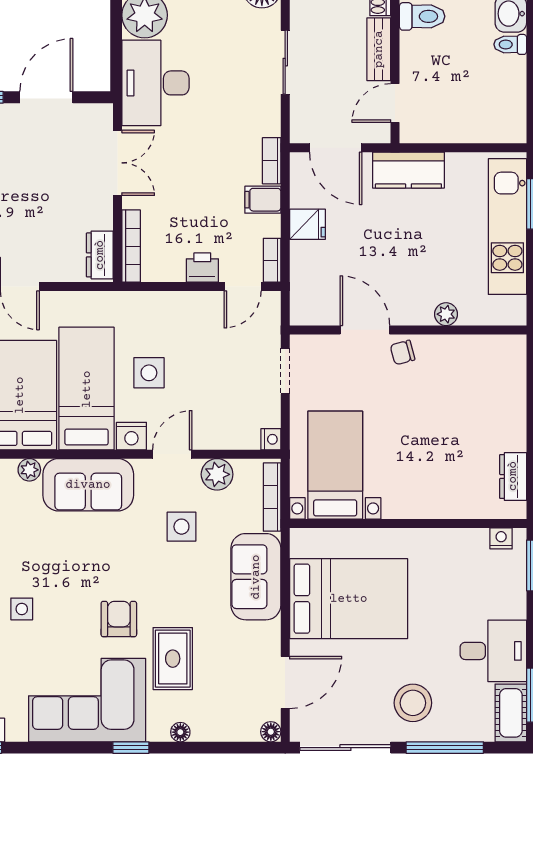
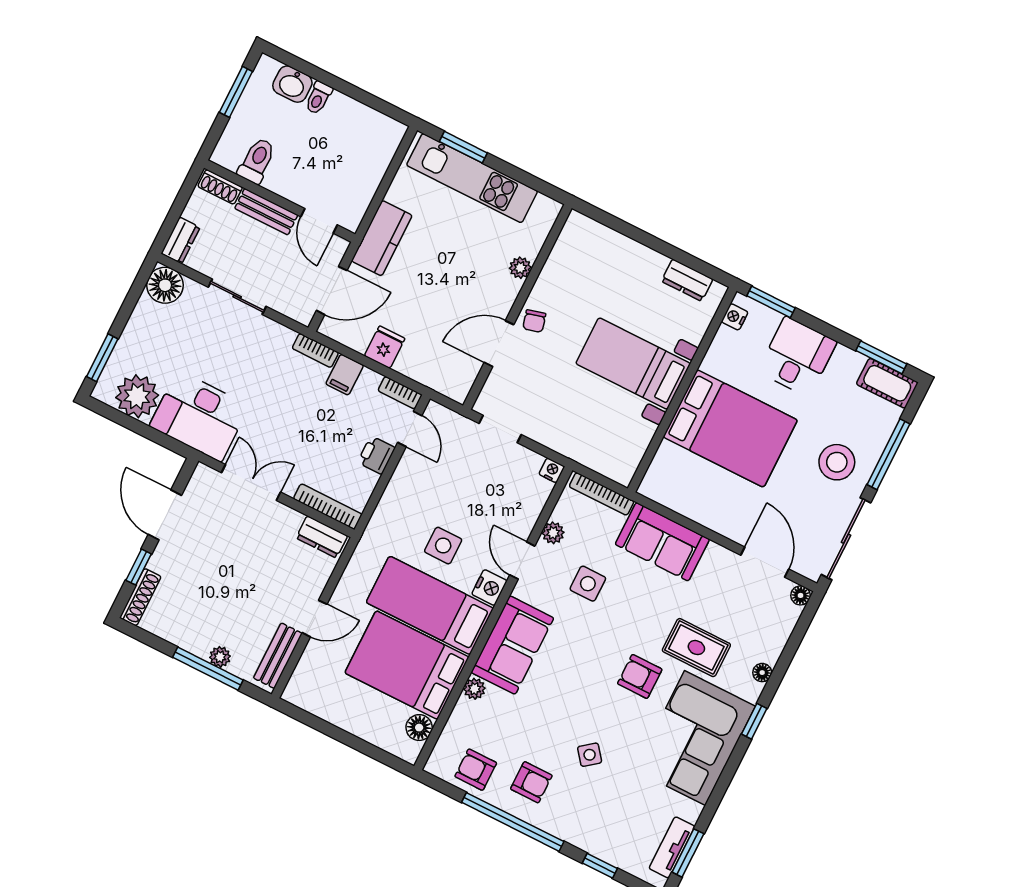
bed with nightstands: (335, 465) -> (633, 364), moved
plant: (217, 474) -> (553, 533), width x0.73, depth x0.73
bed: (349, 599) -> (730, 428), moved, turned 90
side table: (22, 609) -> (590, 755), turned -38
desk: (493, 651) -> (797, 357), moved

